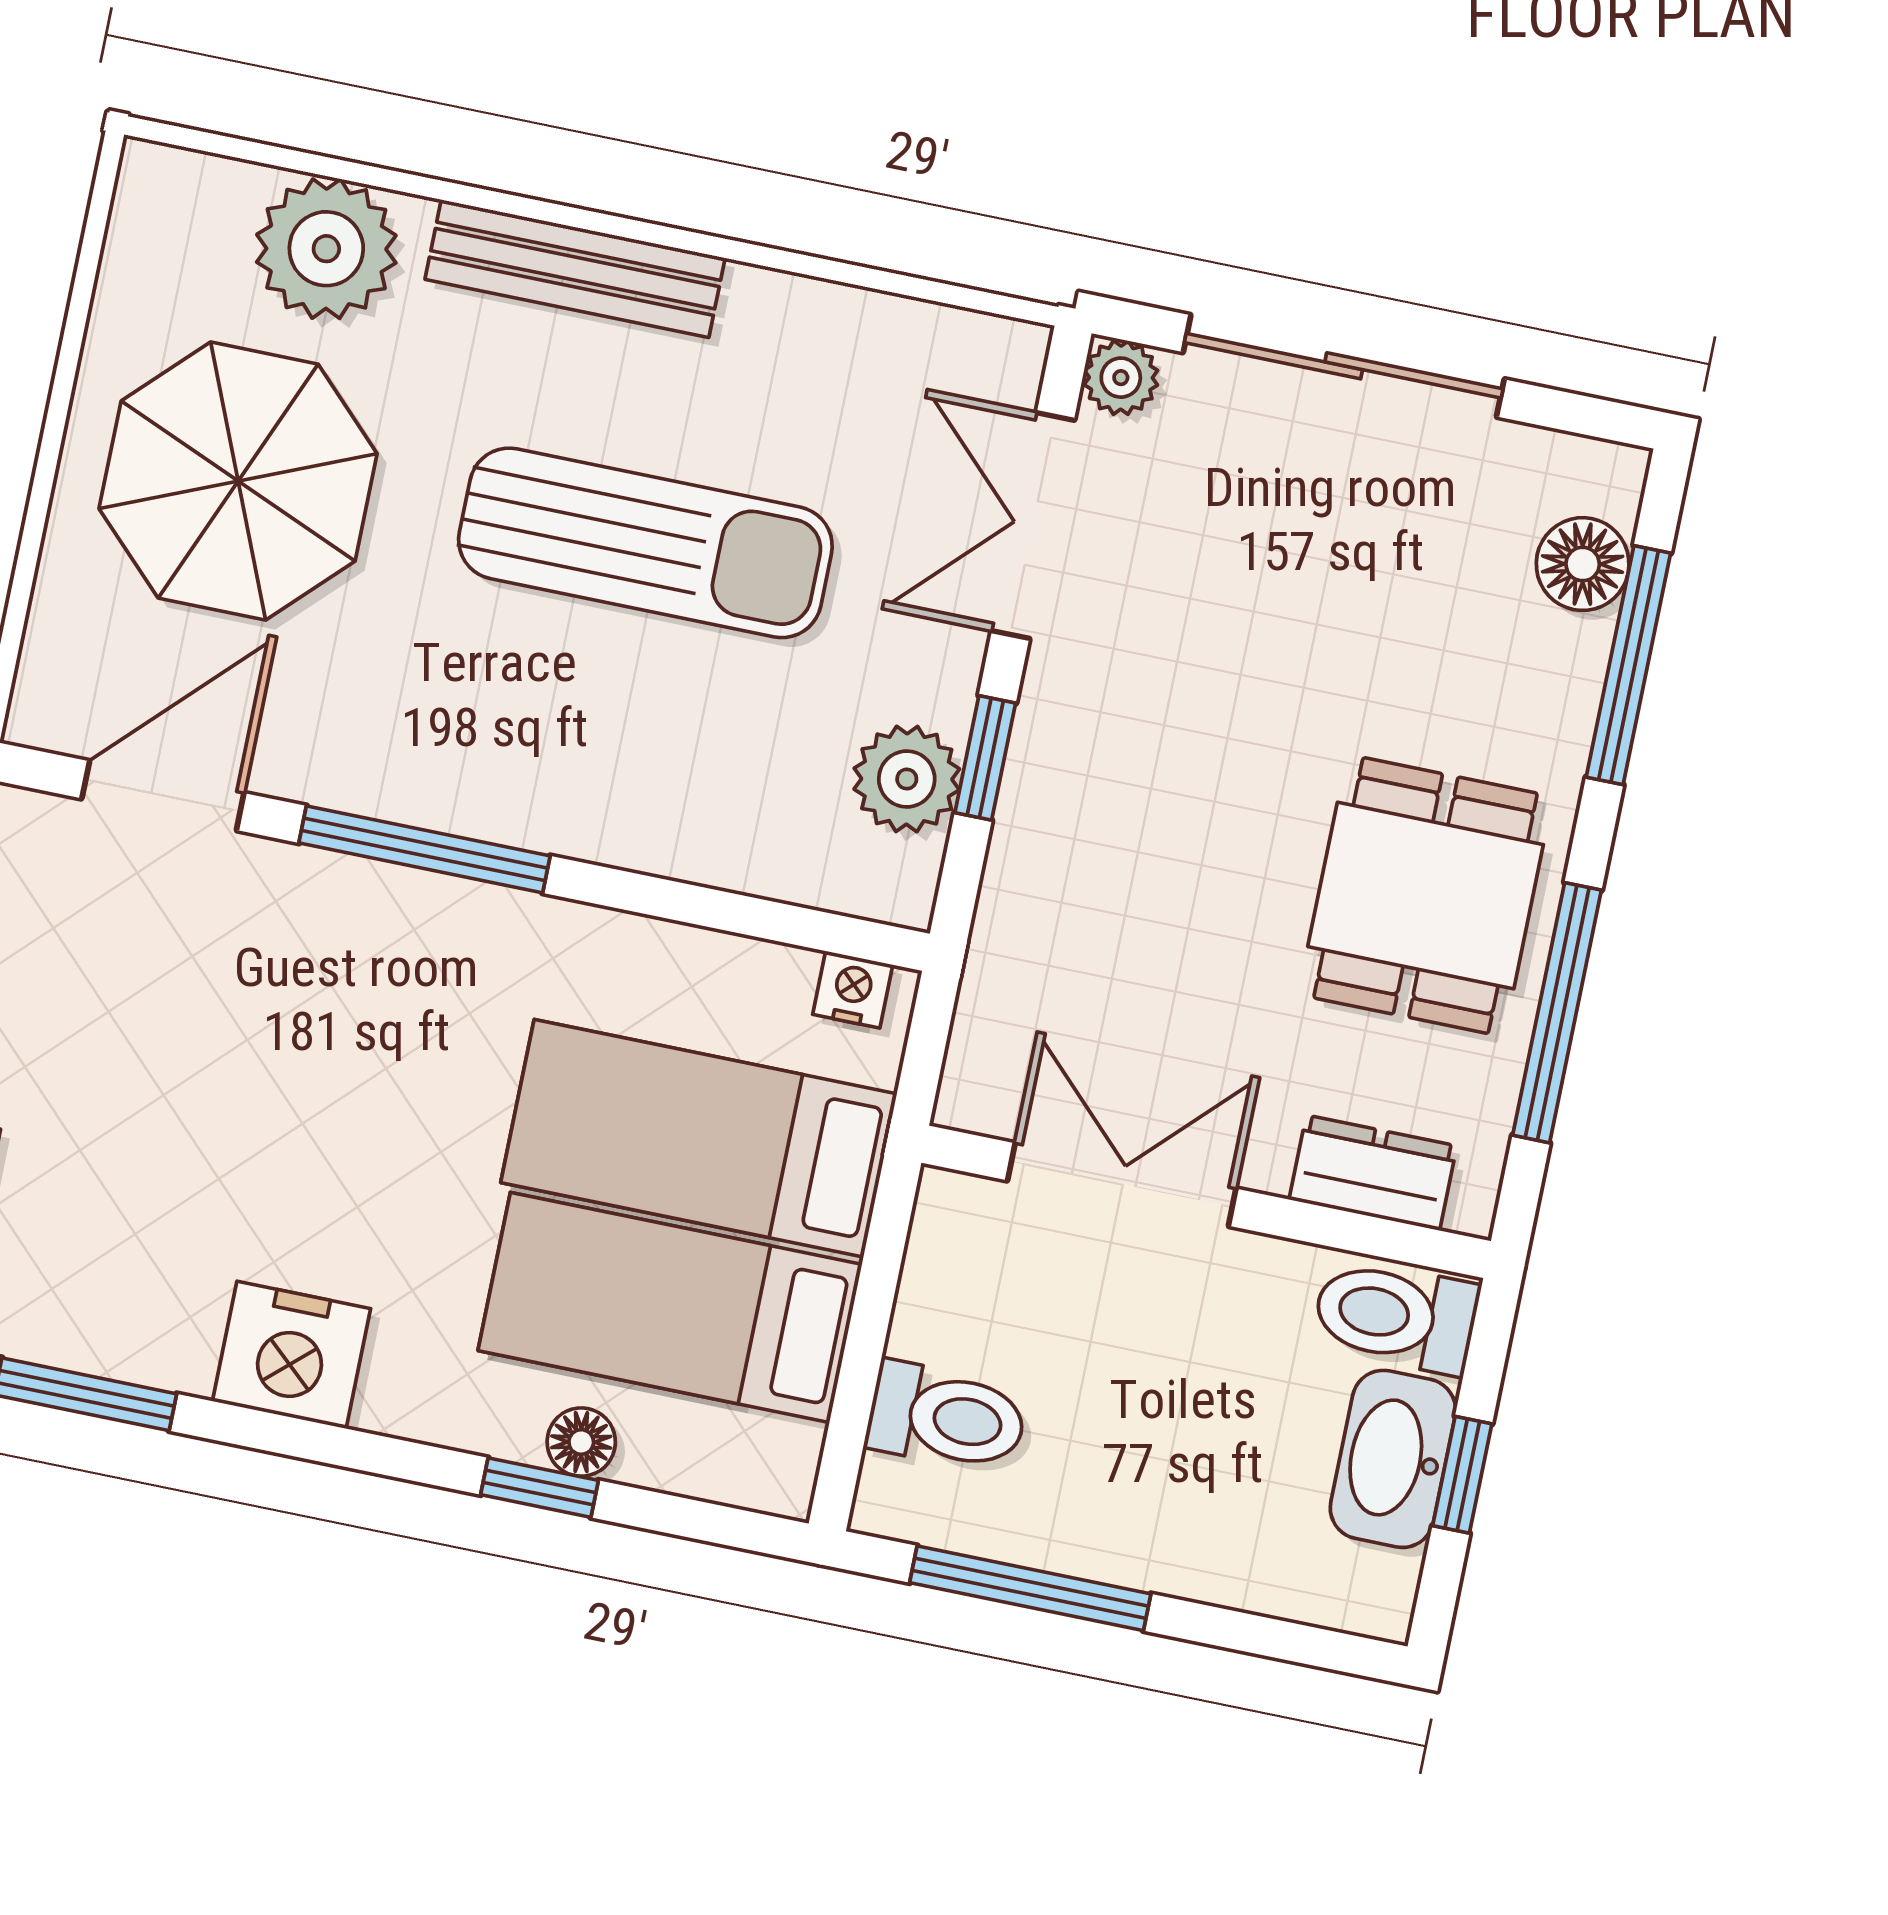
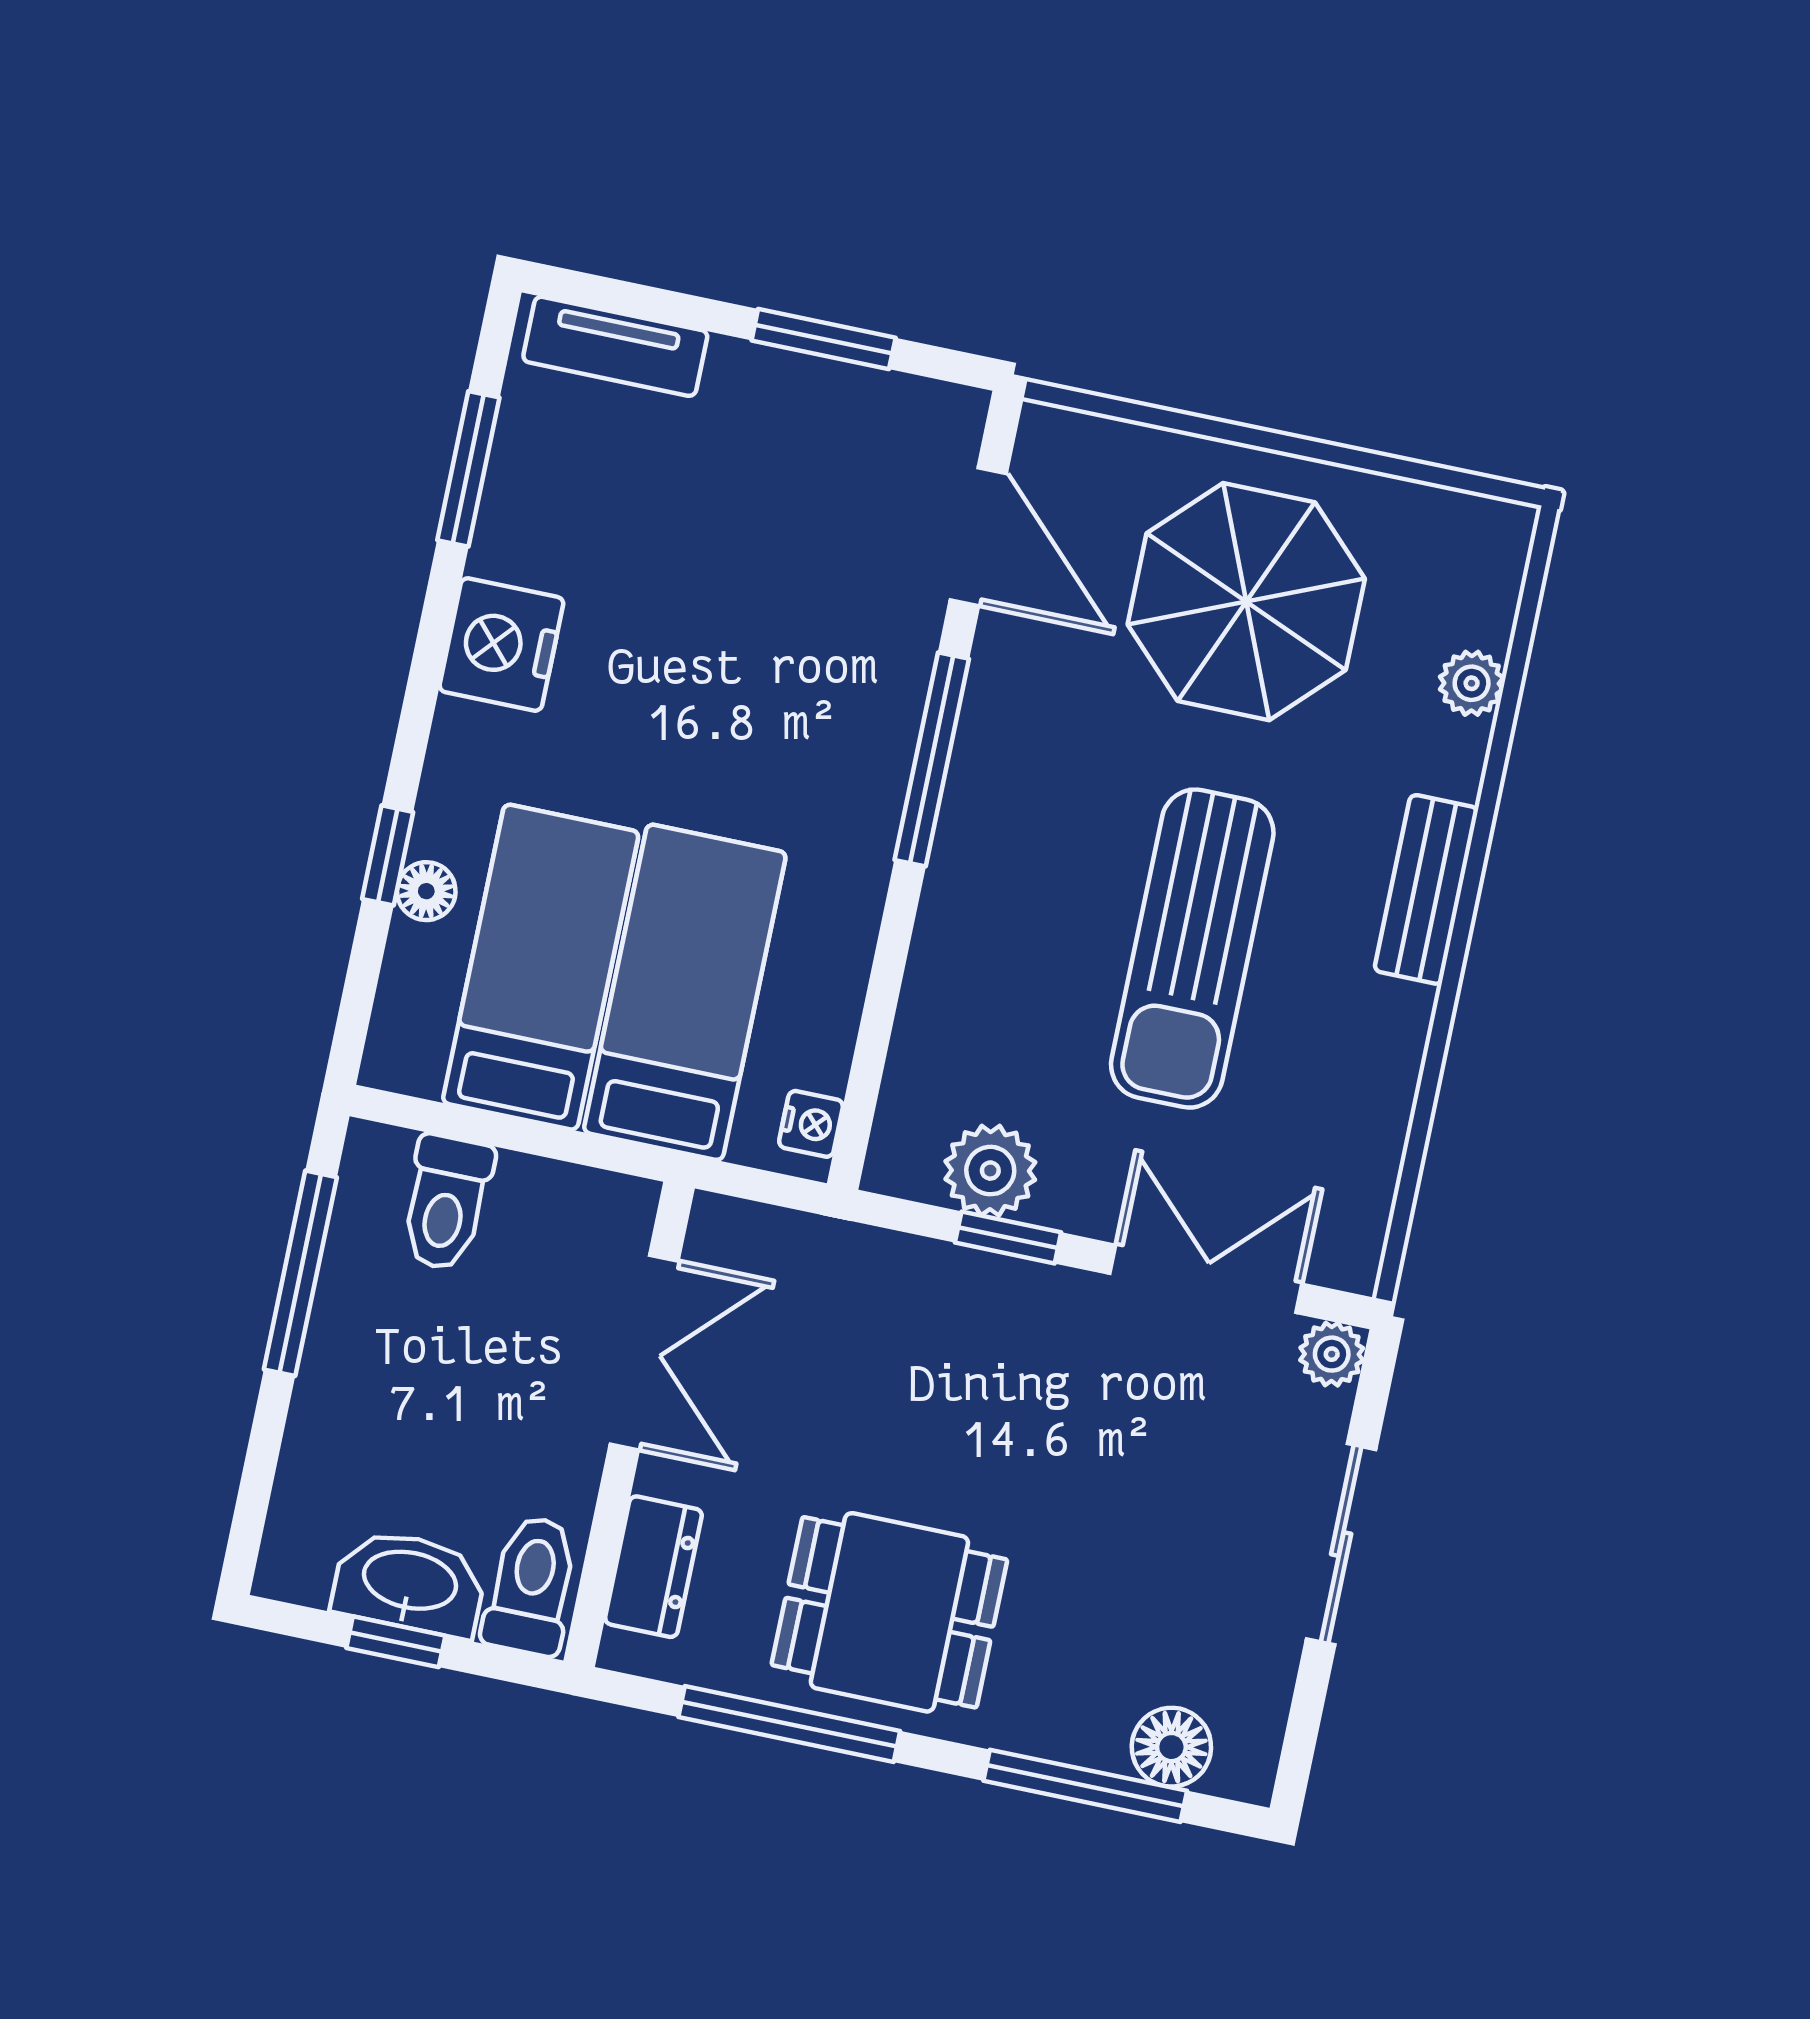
plant: (326, 249) -> (1472, 683), width x0.53, depth x0.53
bench: (575, 269) -> (1426, 889), width x0.73
sliding door: (1344, 366) -> (1341, 1544), width x0.73

